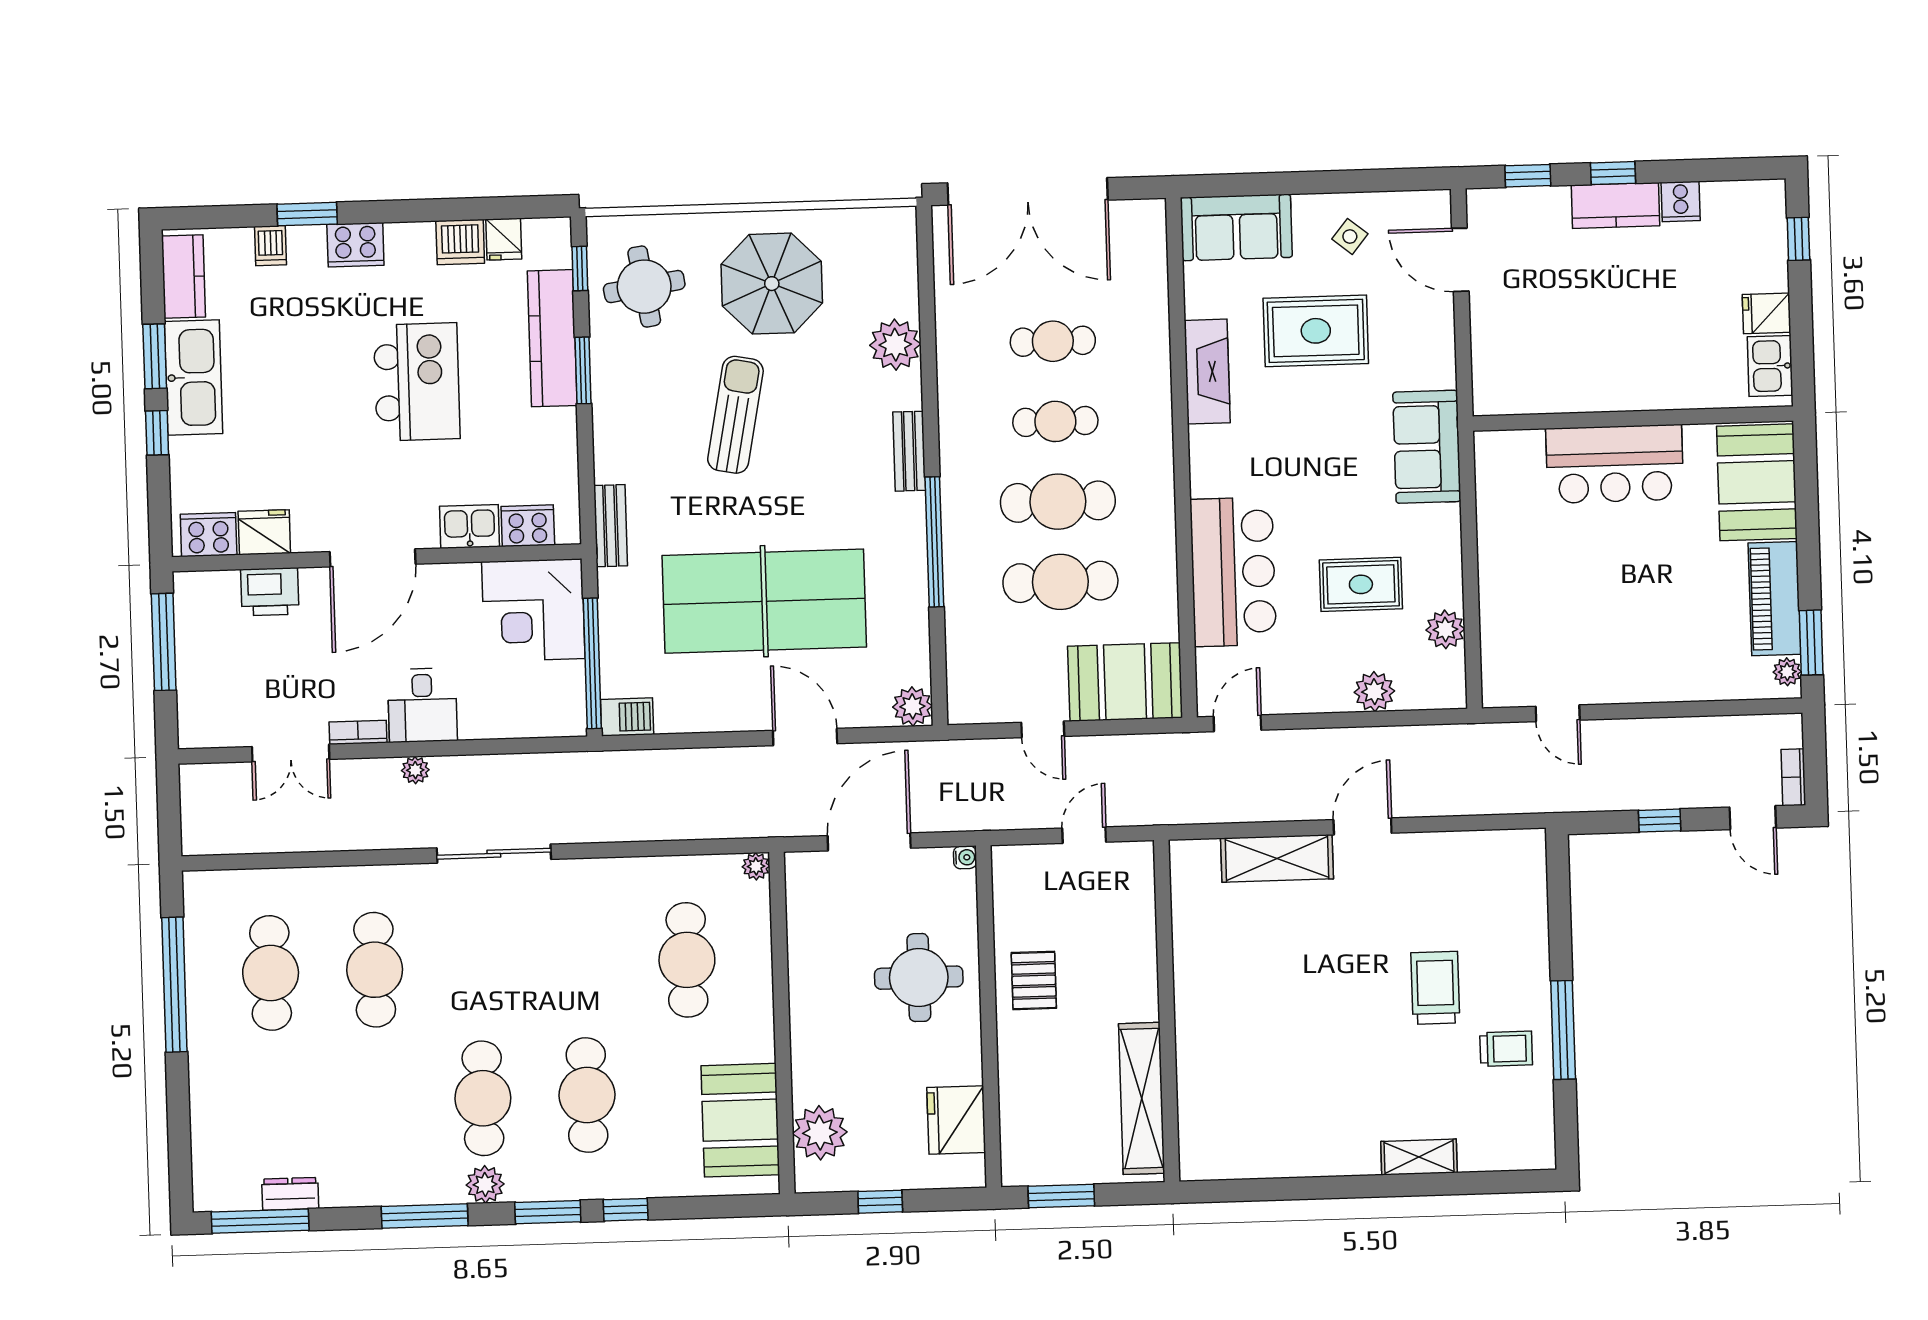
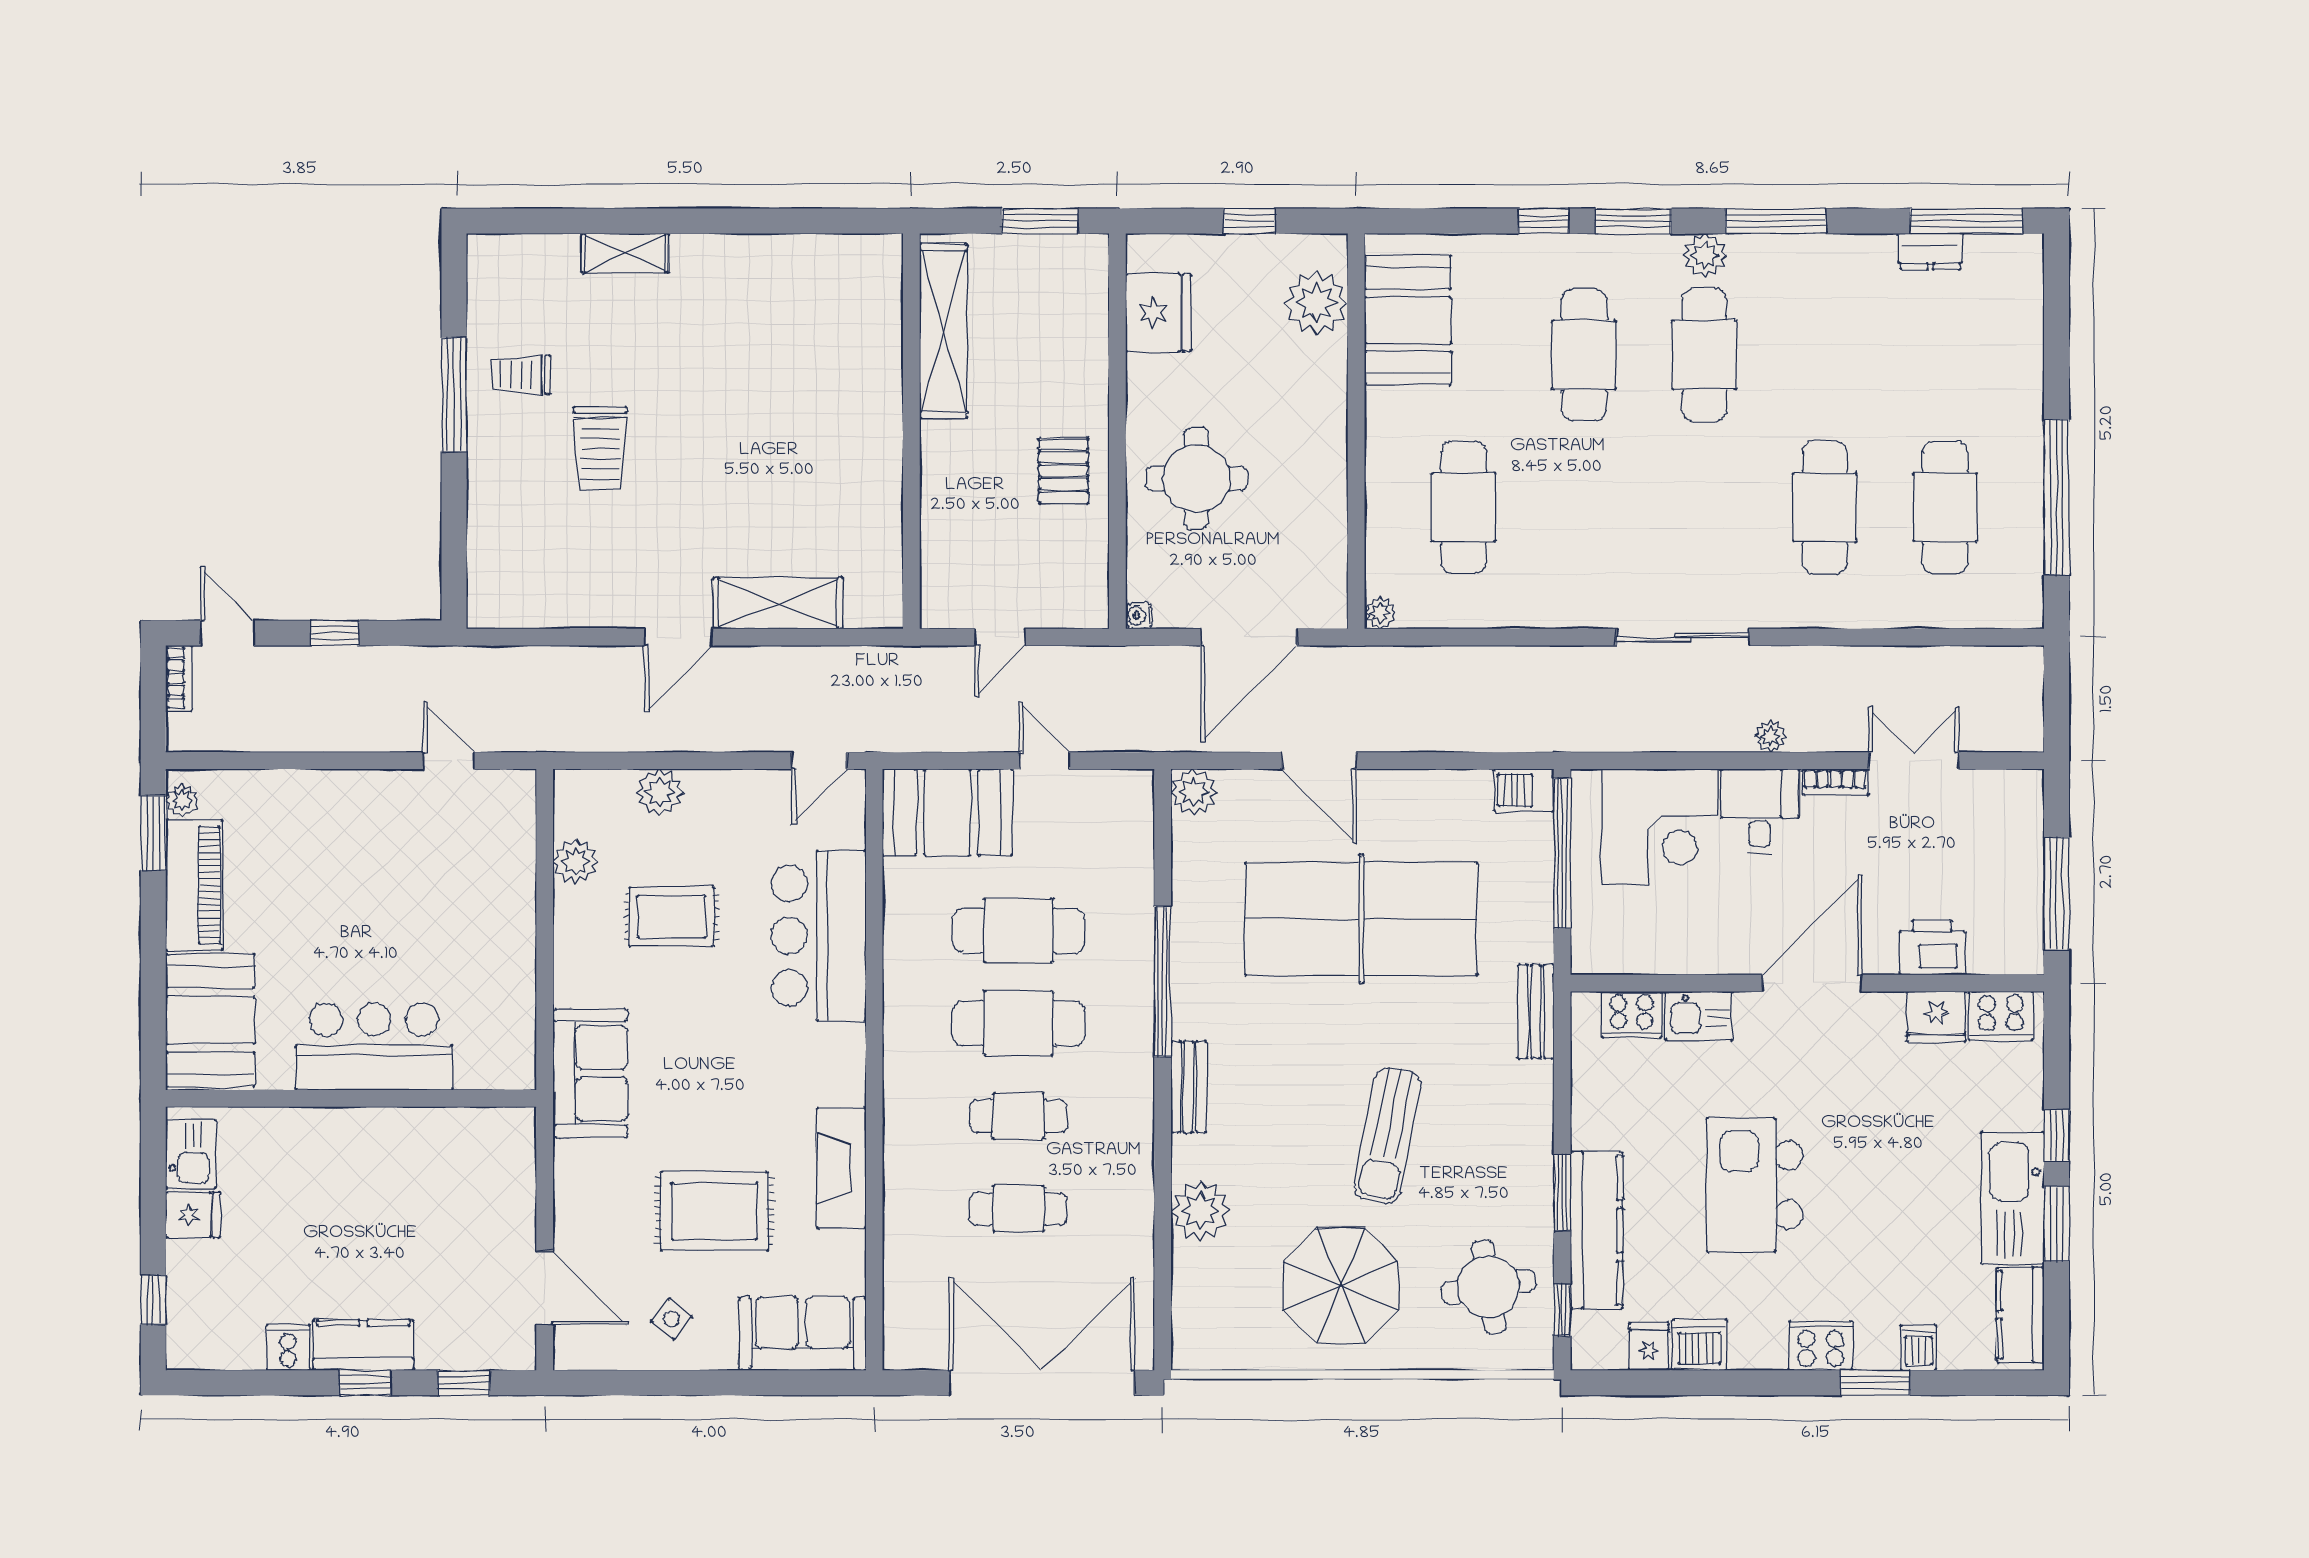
corner desk: (533, 610) -> (1660, 827), moved, turned 90

